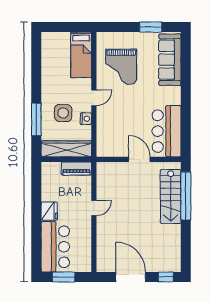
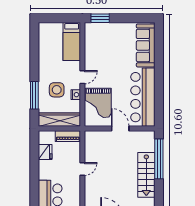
window: (151, 27) -> (100, 18), moved
grand piano: (121, 67) -> (98, 103), moved
bar counter: (167, 131) -> (143, 97), width x1.36
stairs: (171, 196) -> (146, 175), moved
fridge: (49, 211) -> (45, 152), moved

